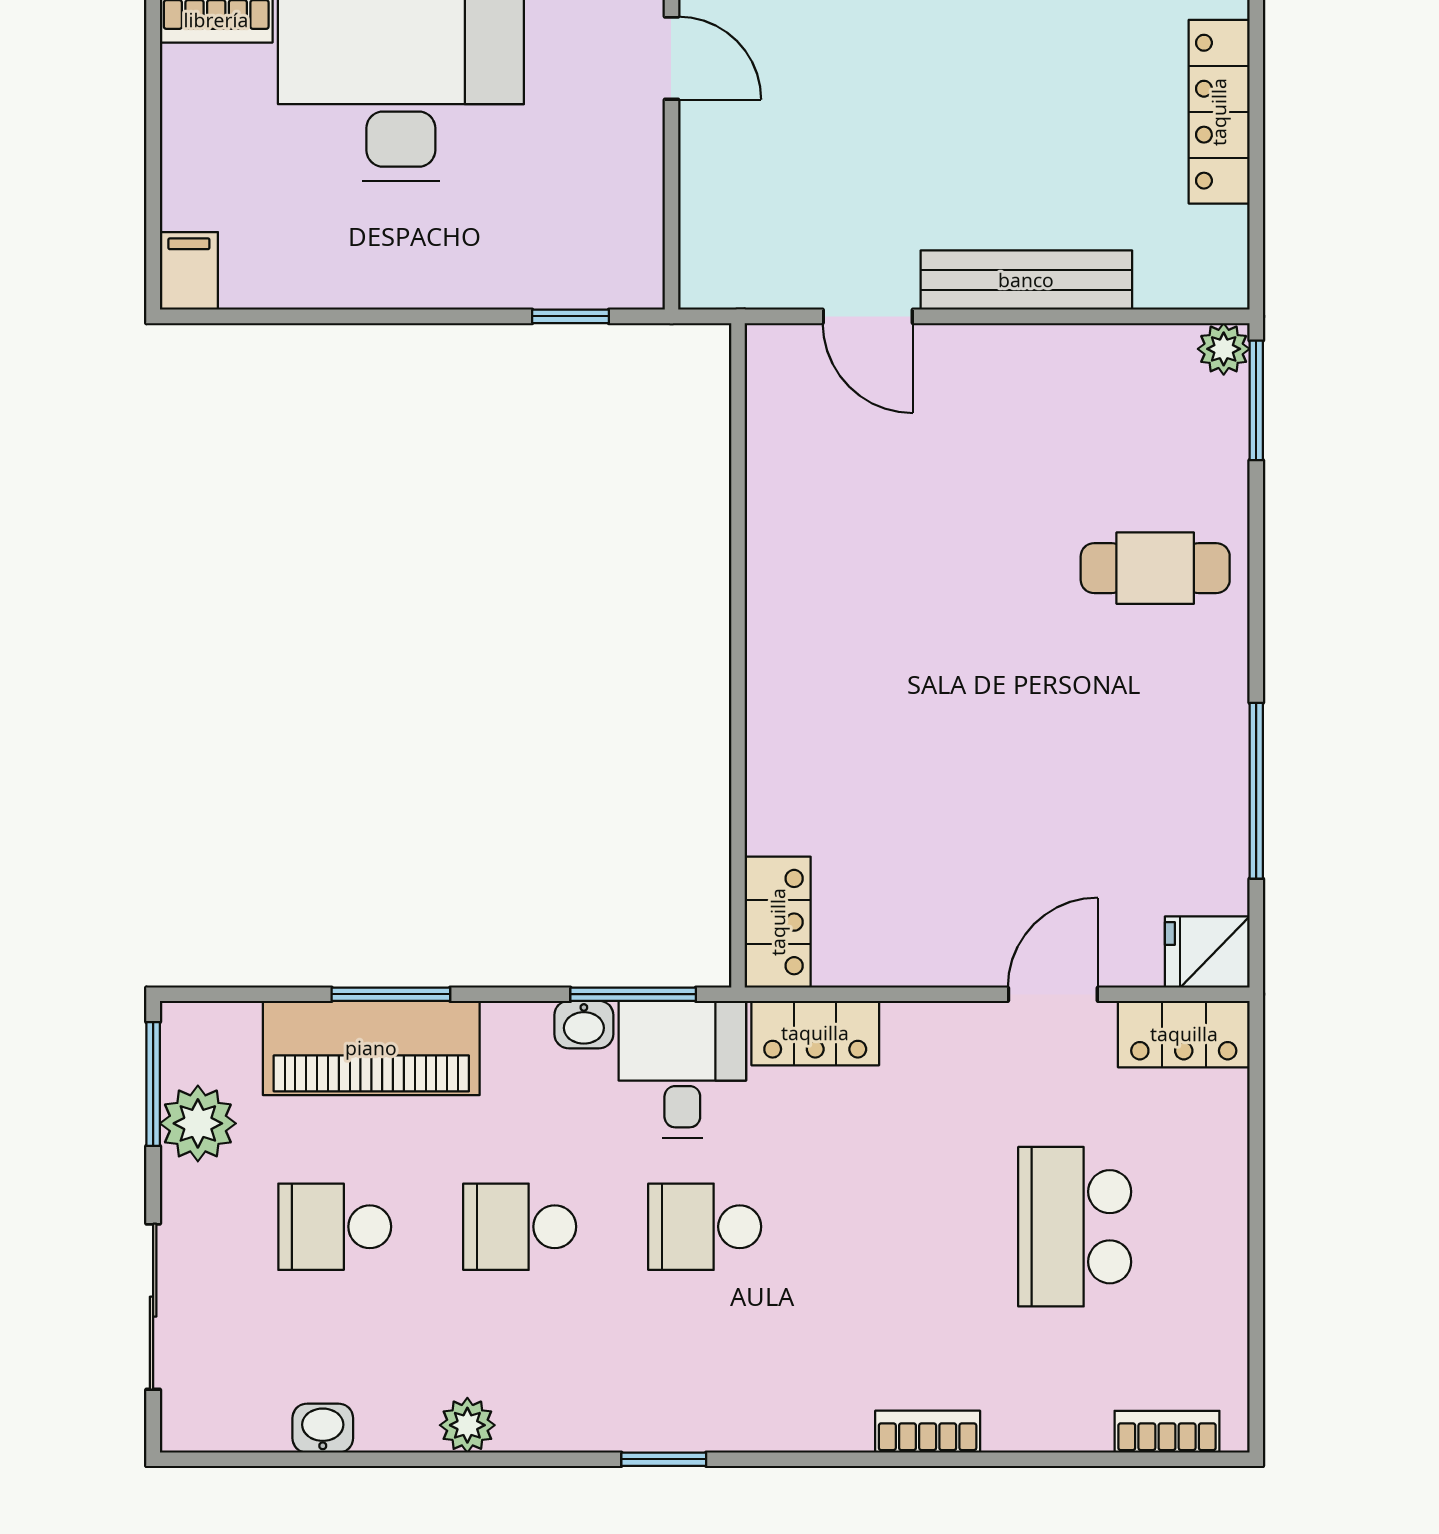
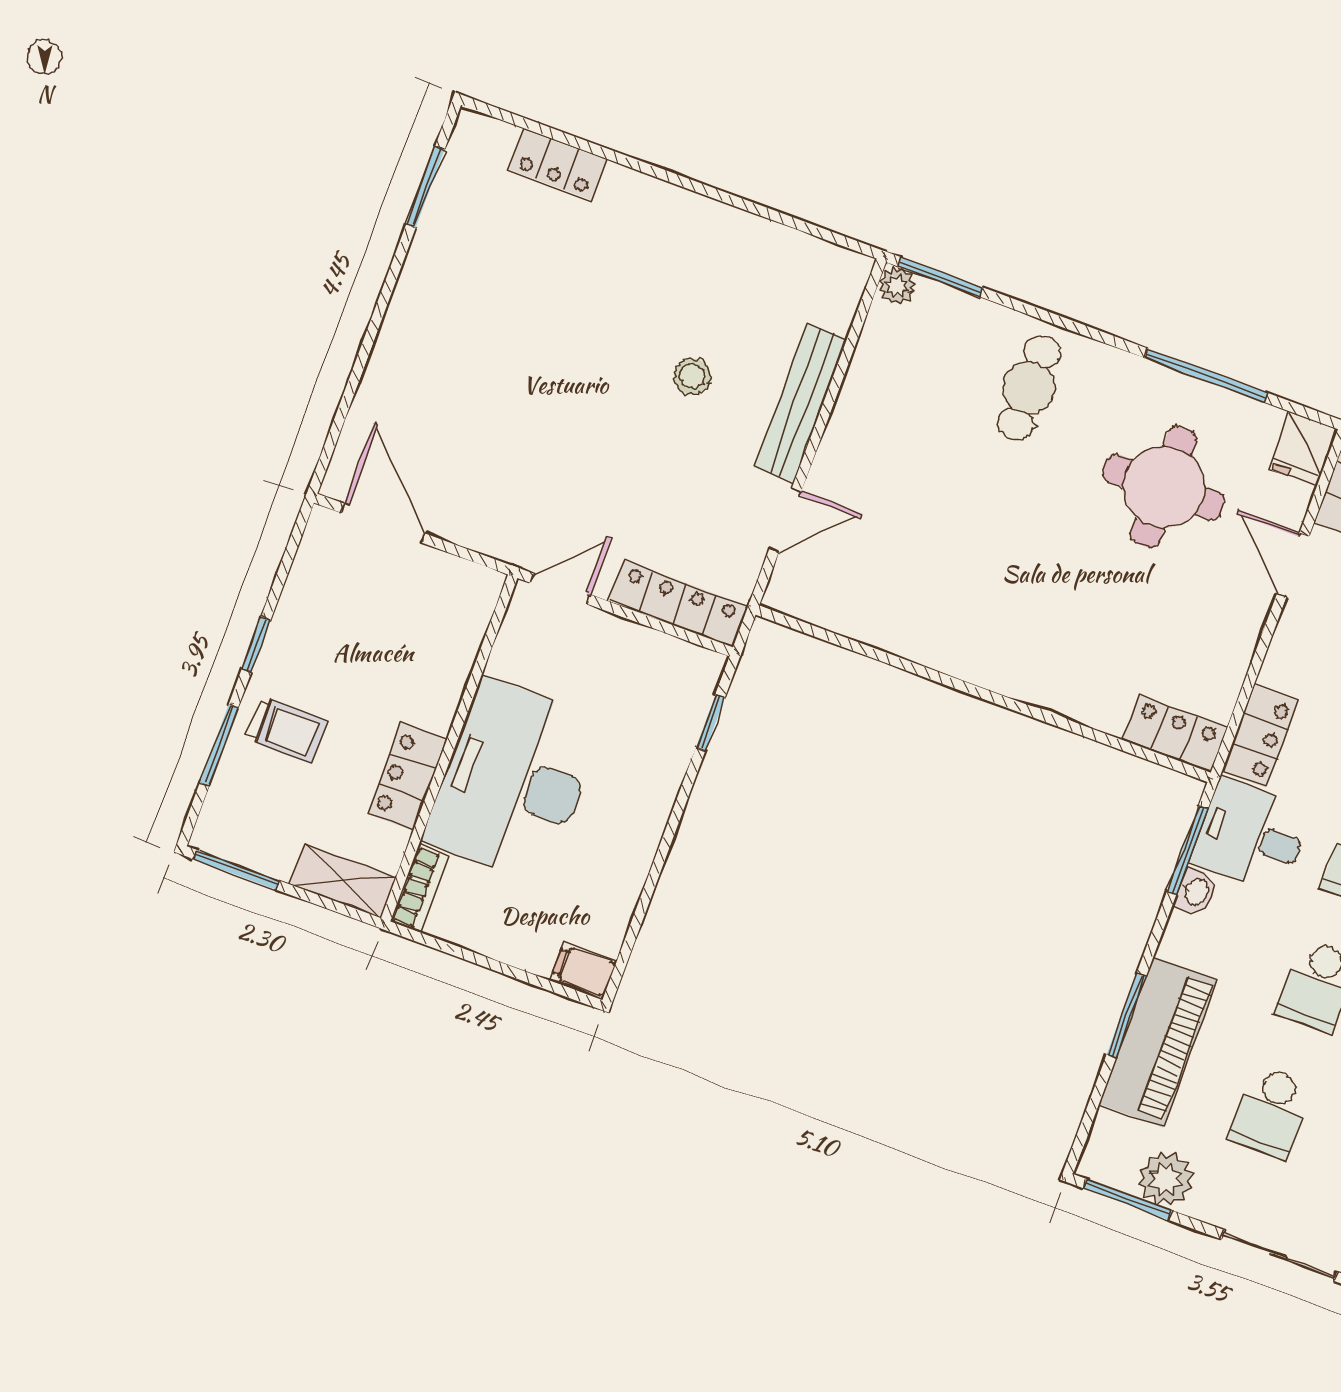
locker: (1219, 112) -> (678, 604), moved, turned 180
stool: (1009, 128) -> (692, 376), added
round table: (1091, 790) -> (1164, 487), added

